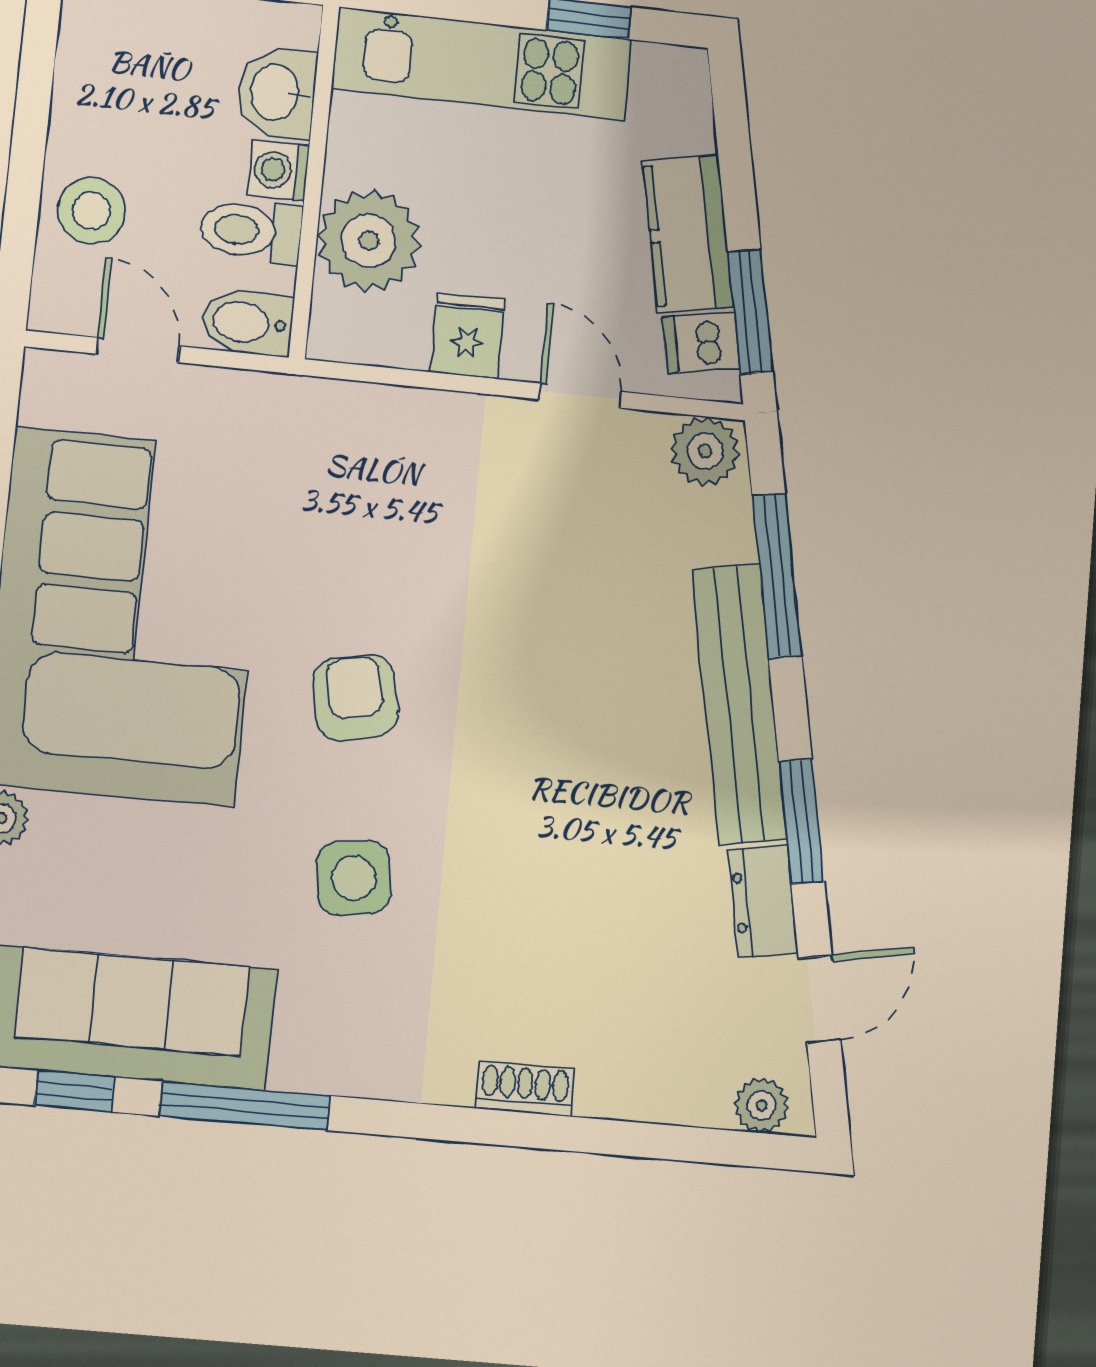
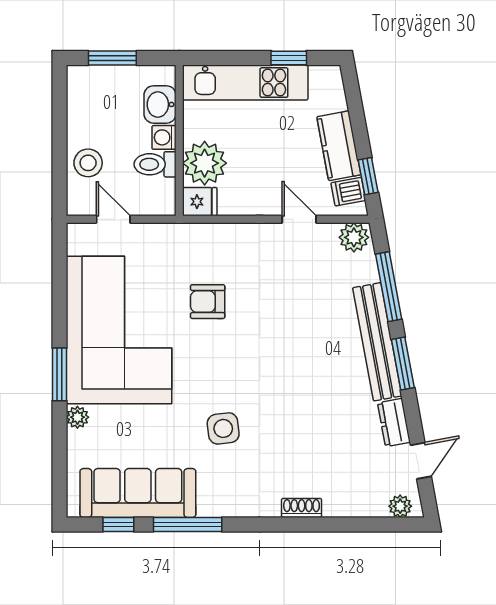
window: (750, 312) -> (368, 176), width x0.67
bidet: (247, 322) -> (157, 203), removed
fridge: (467, 335) -> (200, 202), moved, turned 90
armchair: (355, 698) -> (208, 302), moved, turned -78
window: (802, 821) -> (403, 364), moved

